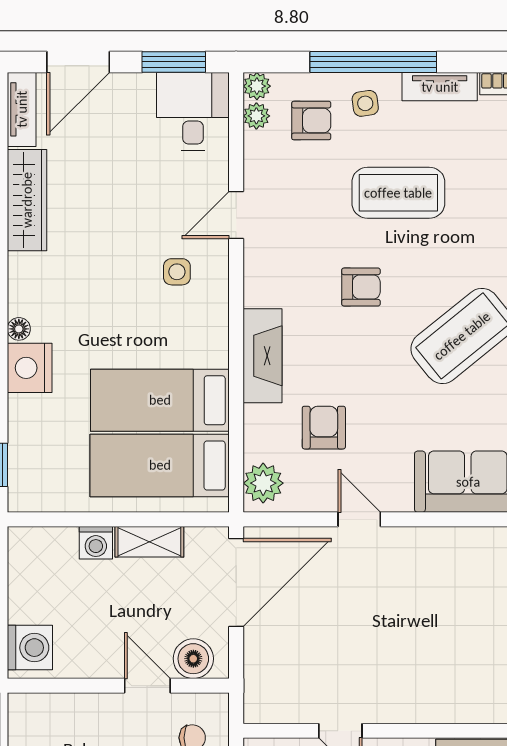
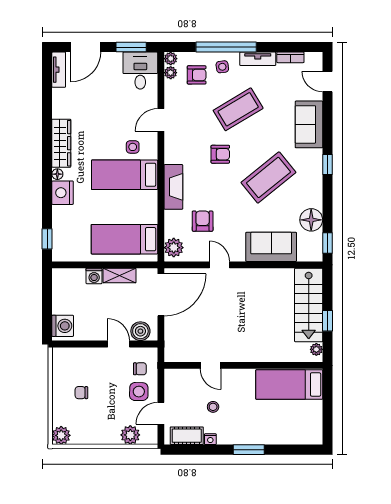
coffee table: (398, 193) -> (238, 109), turned -31
wardrobe: (27, 200) -> (61, 143), moved
bed: (160, 400) -> (125, 175), moved

